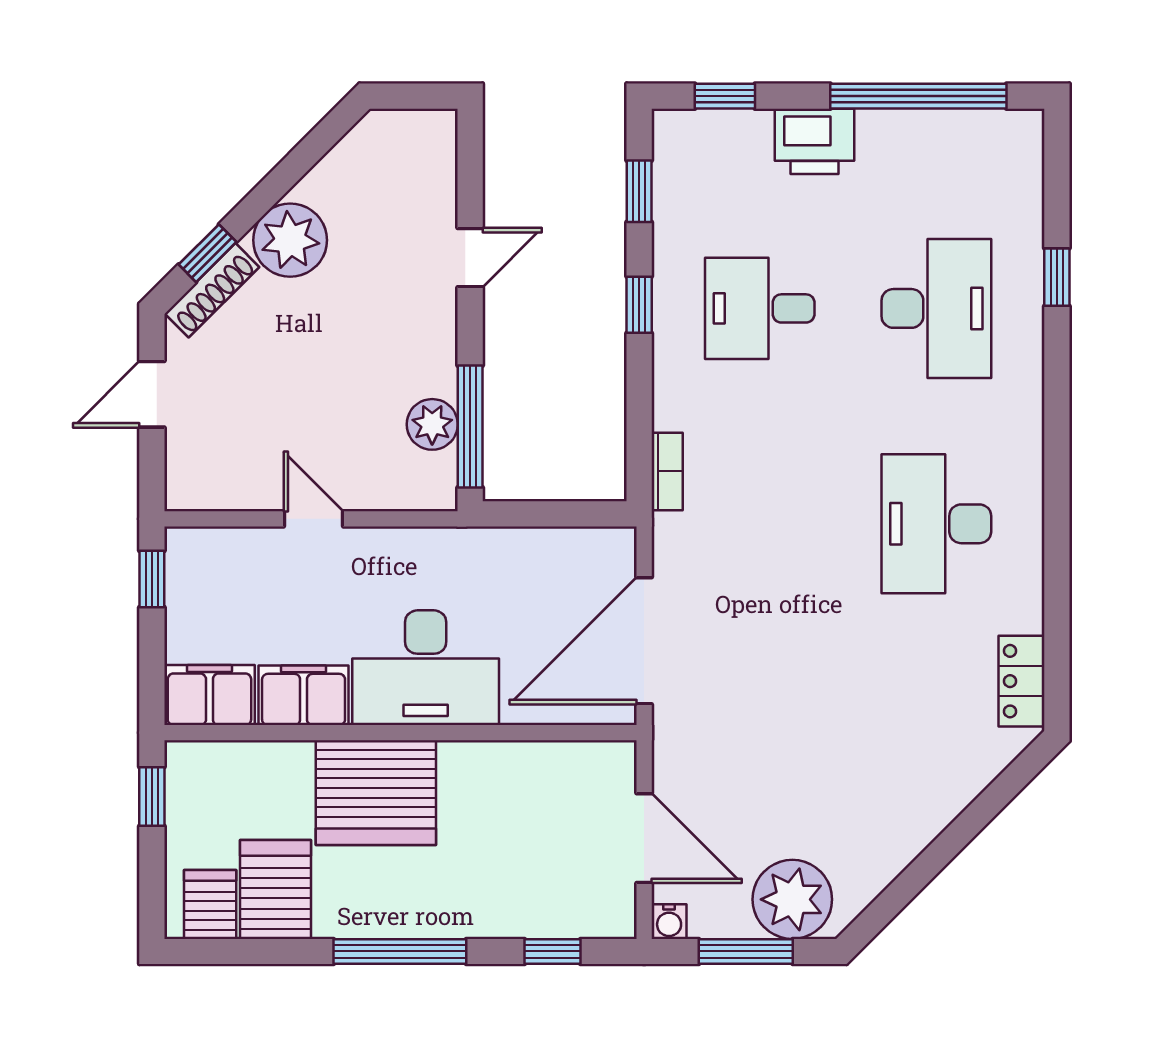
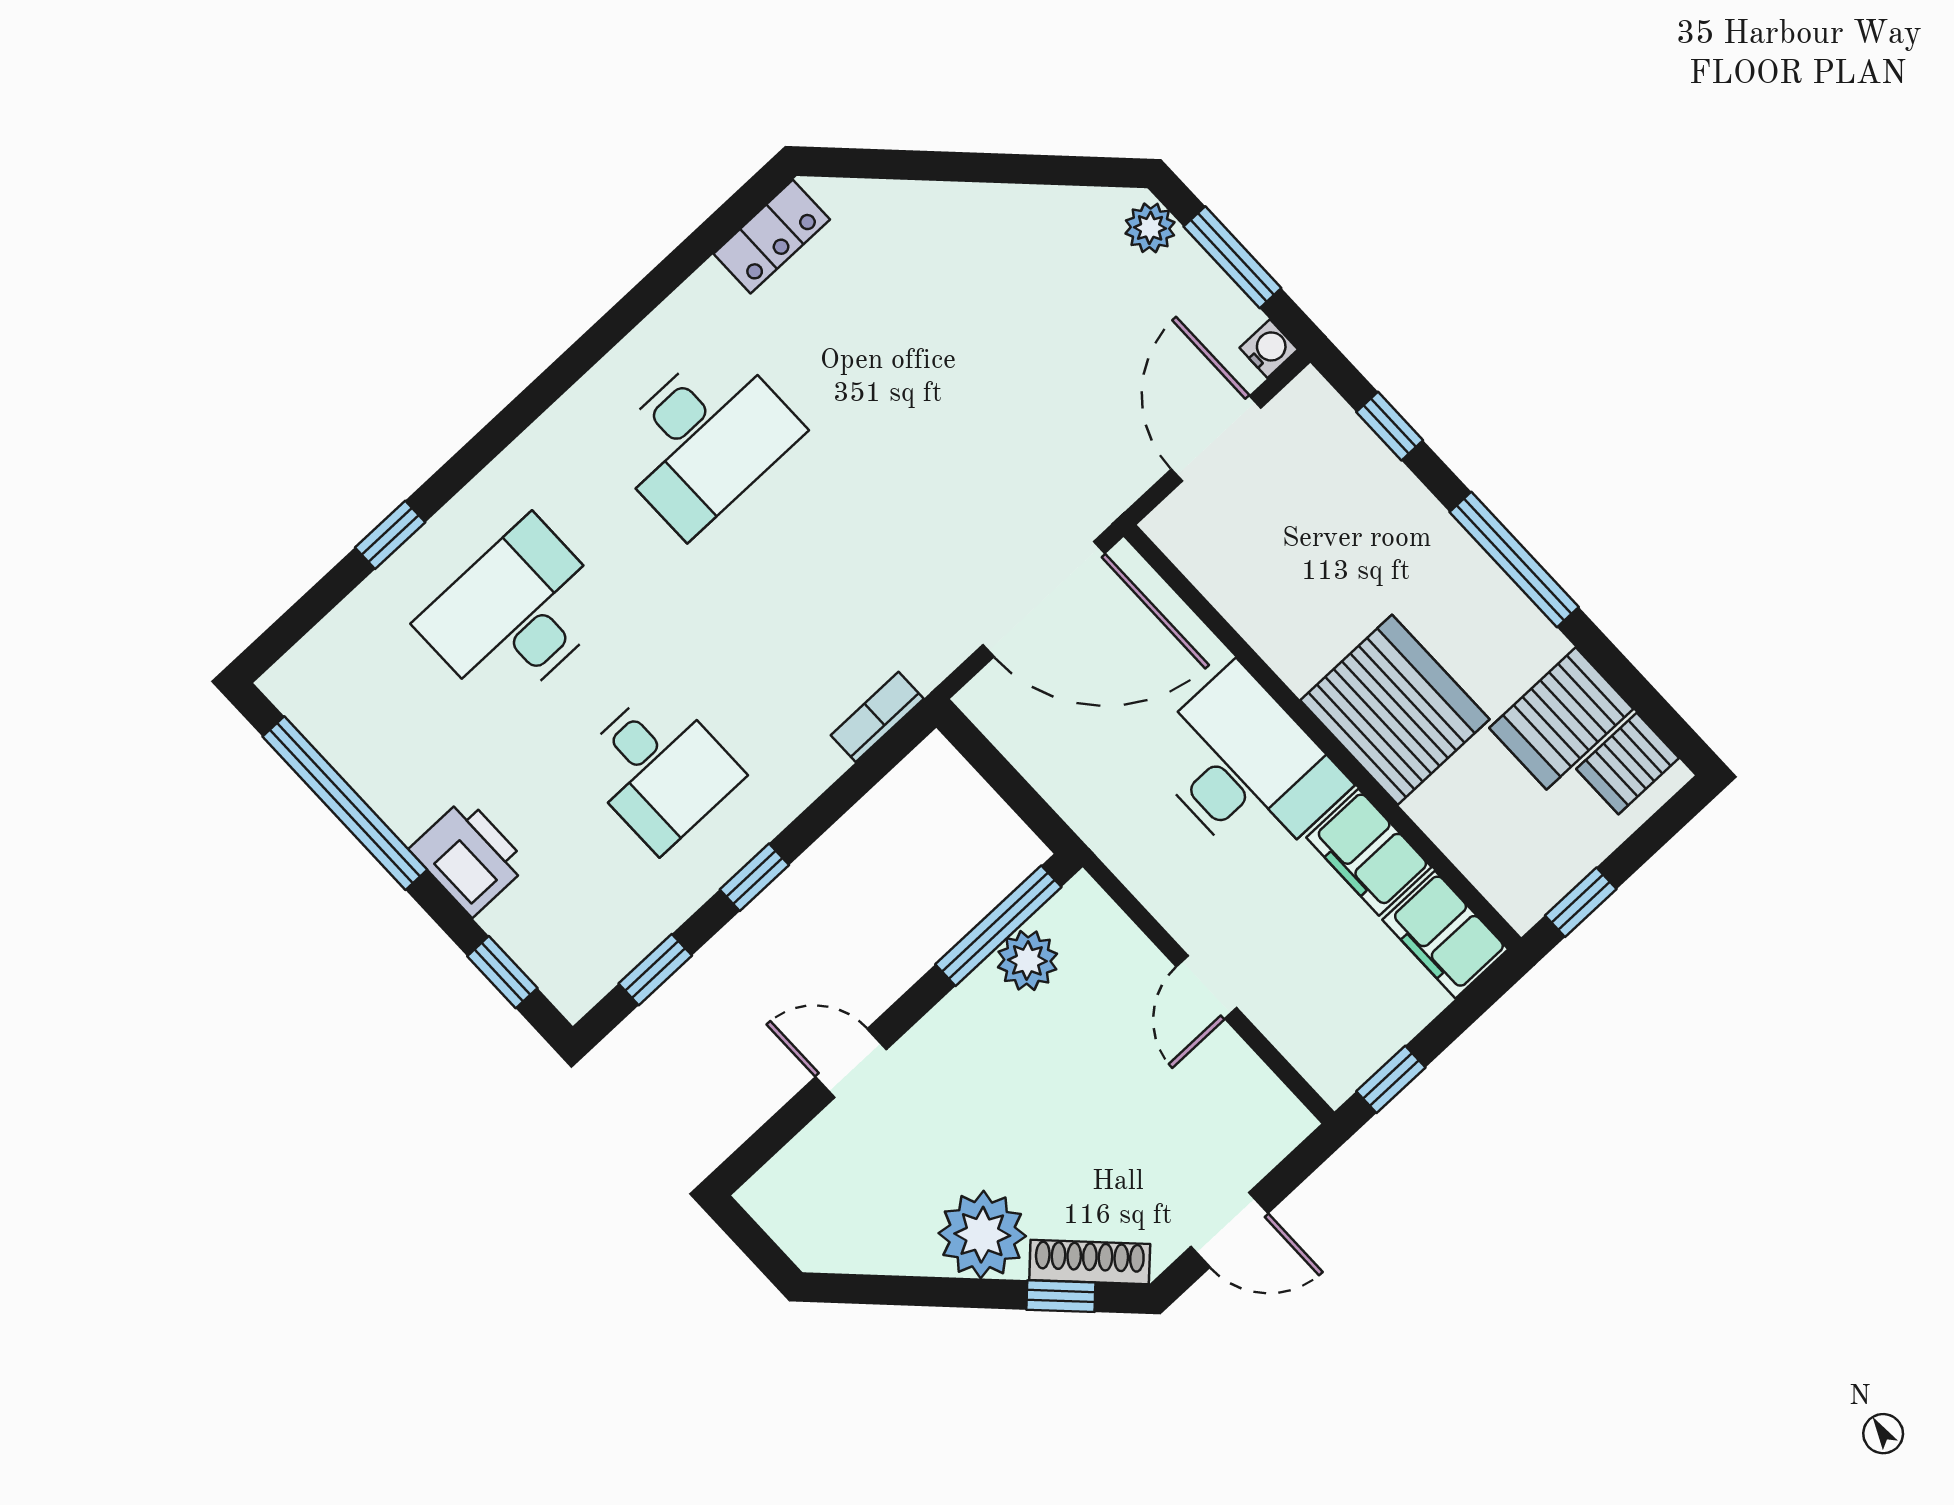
plant: (792, 899) -> (1150, 228), width x0.53, depth x0.53

